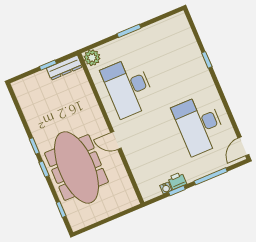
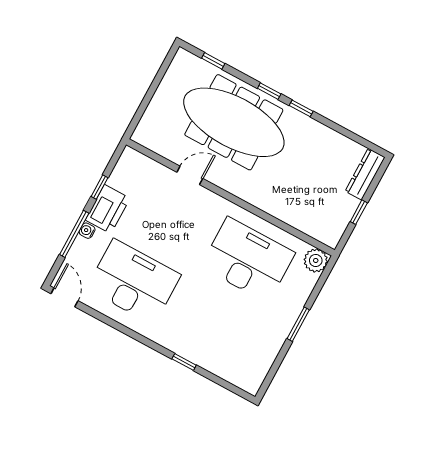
dresser: (64, 68) -> (365, 174), moved
door: (116, 140) -> (190, 175), moved
printer: (177, 181) -> (108, 209), width x1.87, depth x1.48
water cooler: (166, 188) -> (87, 231), moved

